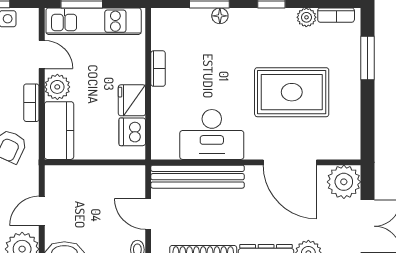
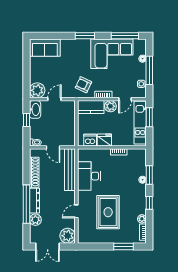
door: (290, 162) -> (76, 211), width x0.53
door: (42, 211) -> (54, 99), hinge flipped
door: (148, 214) -> (53, 147), swing flipped

